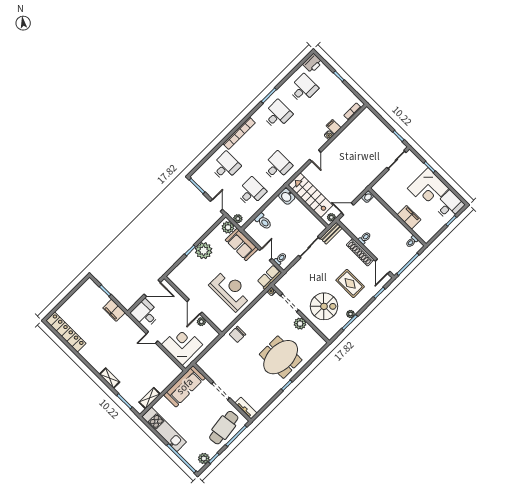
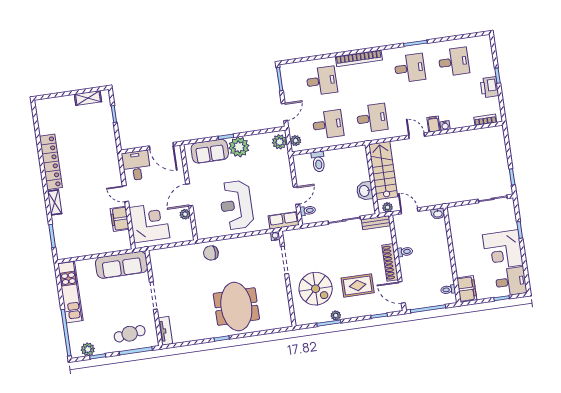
printer: (312, 63) -> (489, 87), moved, turned 90
filing cabinet: (334, 127) -> (433, 124), moved
door: (315, 156) -> (417, 136), swing flipped
washbasin: (287, 196) -> (365, 191), moved
filing cabinet: (409, 217) -> (467, 289), moved
sofa: (242, 245) -> (210, 151), moved, turned -90
door: (383, 266) -> (402, 292), hinge flipped
rug: (350, 283) -> (358, 285), turned 90
reception desk: (231, 290) -> (236, 205), turned 180
filing cabinet: (114, 310) -> (120, 219), moved
plant: (300, 324) -> (280, 288), removed
locker: (66, 332) -> (51, 162), moved
meeting table: (281, 357) -> (236, 307), turned 90
shelving: (150, 398) -> (88, 98), moved
cafe table: (224, 428) -> (130, 334), width x0.73, depth x0.74

